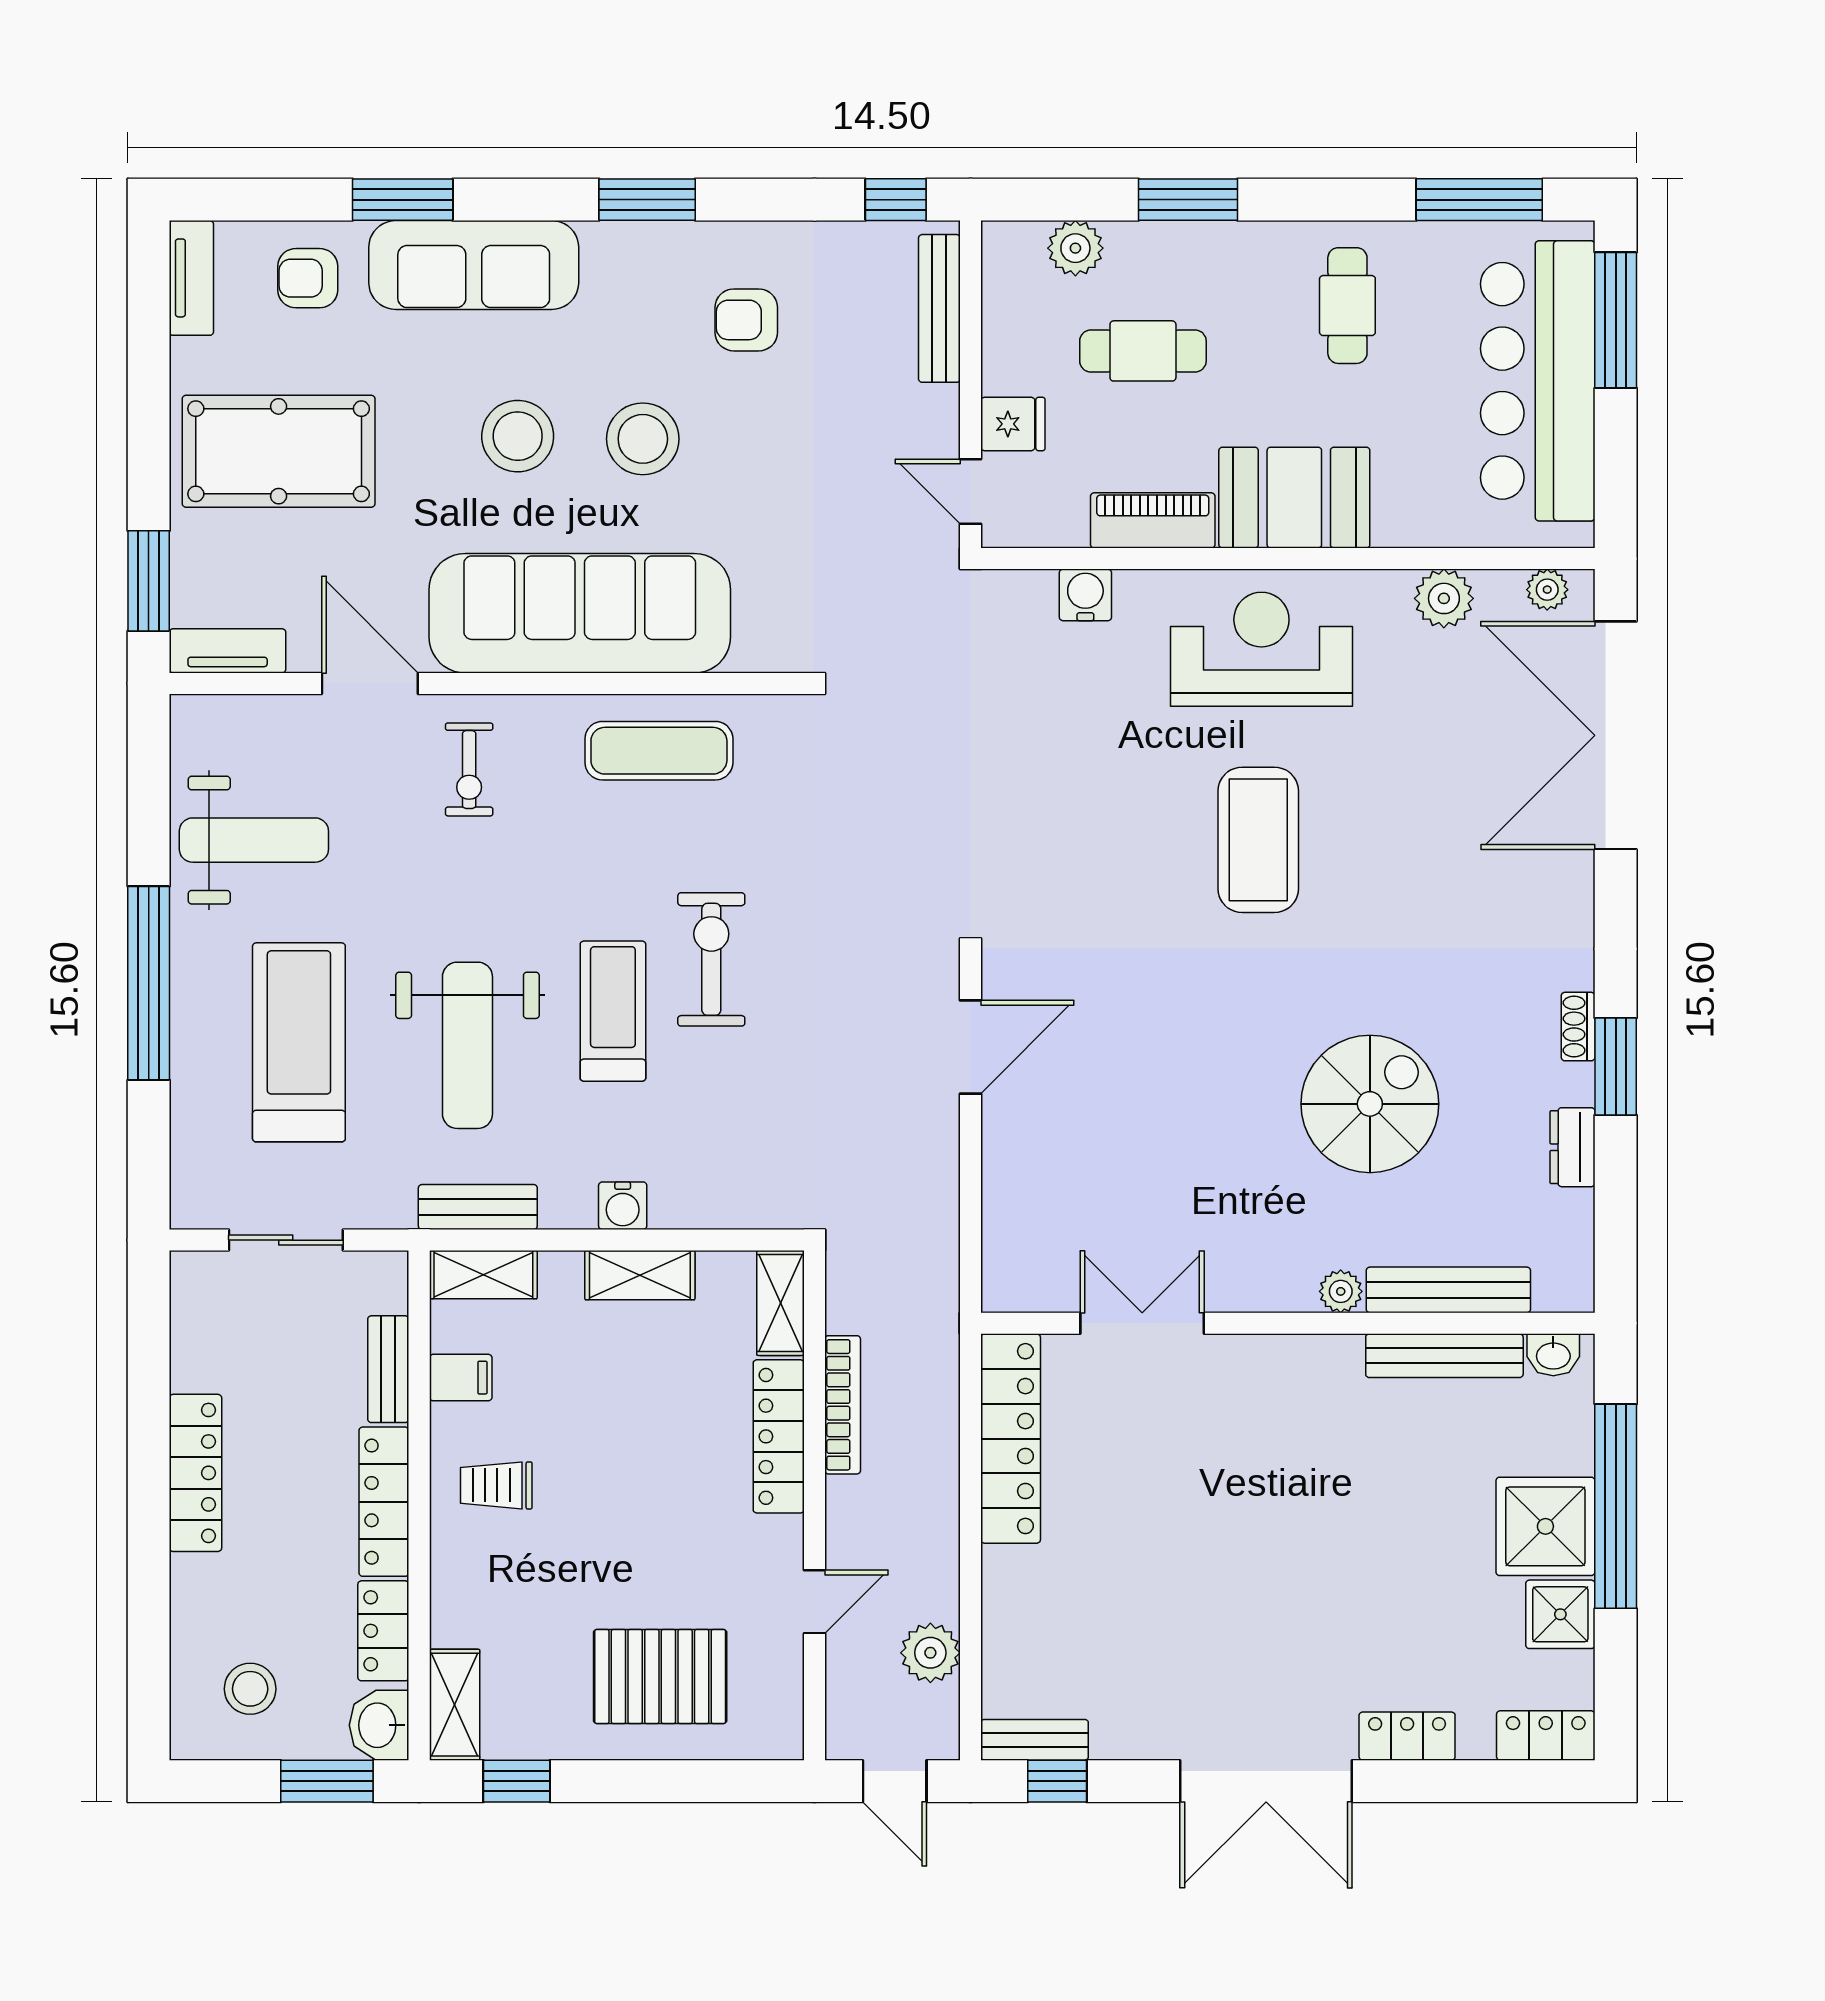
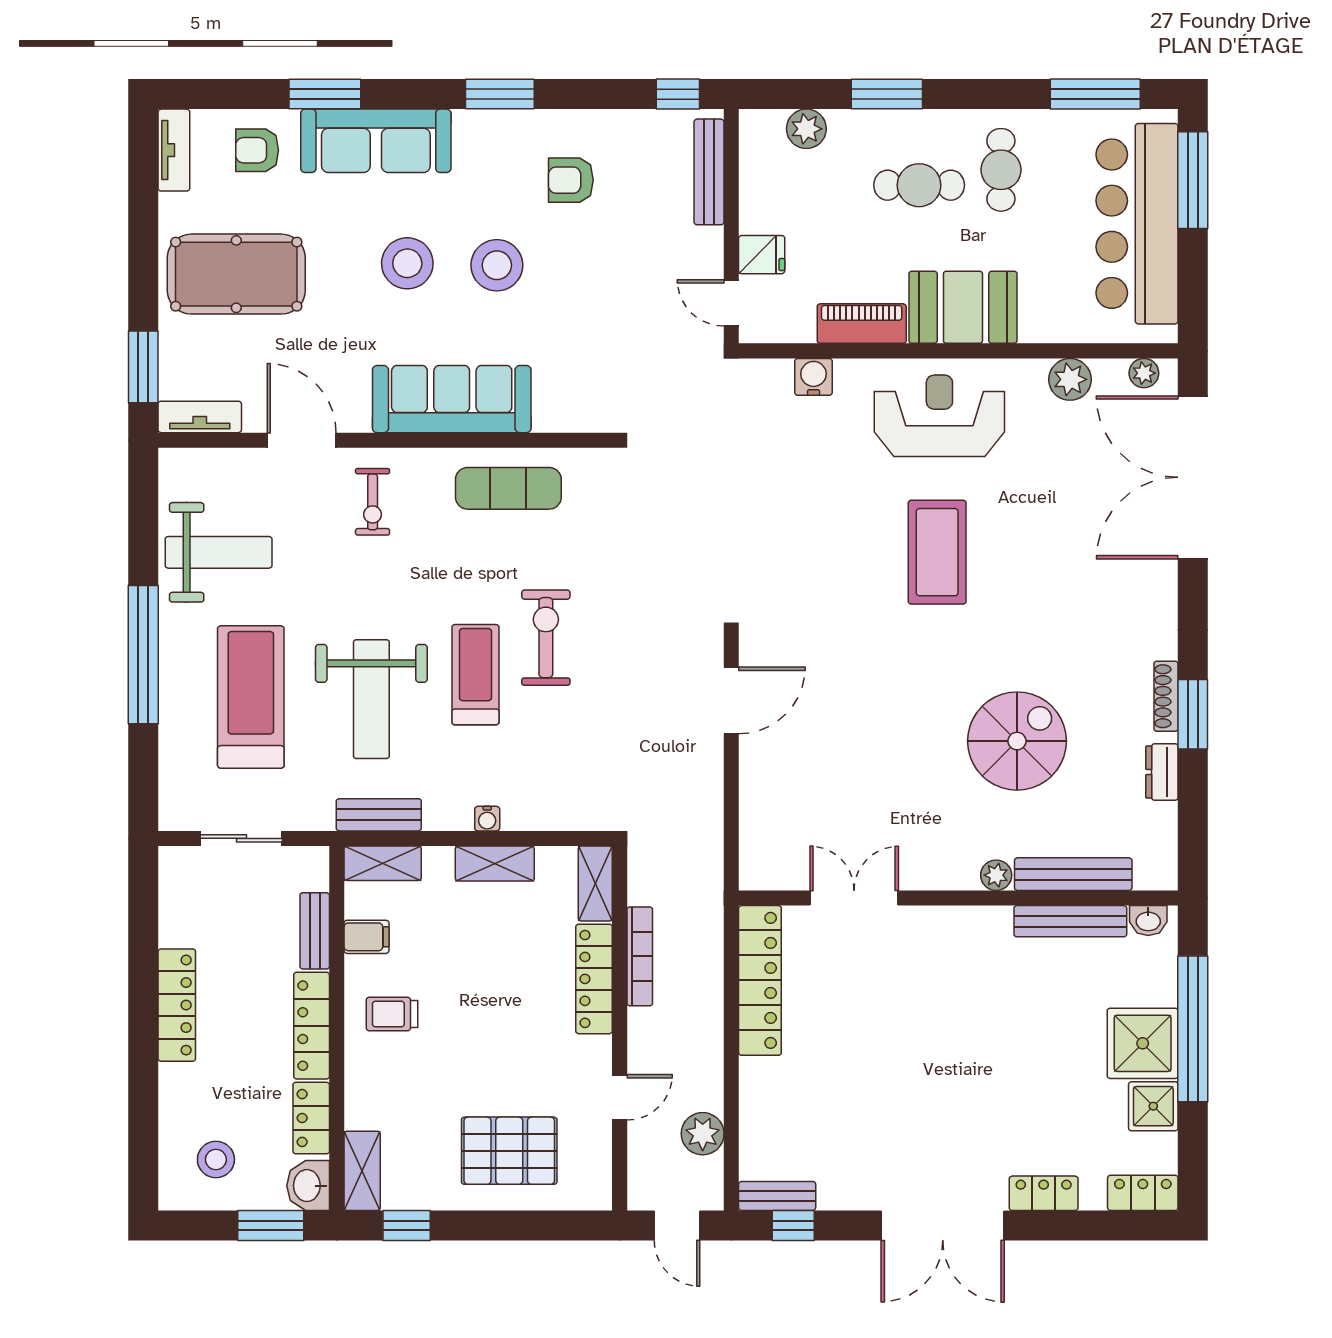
cafe table: (1143, 351) -> (919, 185), moved
sofa: (580, 613) -> (452, 399), width x0.74, depth x0.79
shoe rack: (1578, 1027) -> (1166, 696), width x1.43
water cooler: (623, 1206) -> (487, 819), width x0.72, depth x0.72

